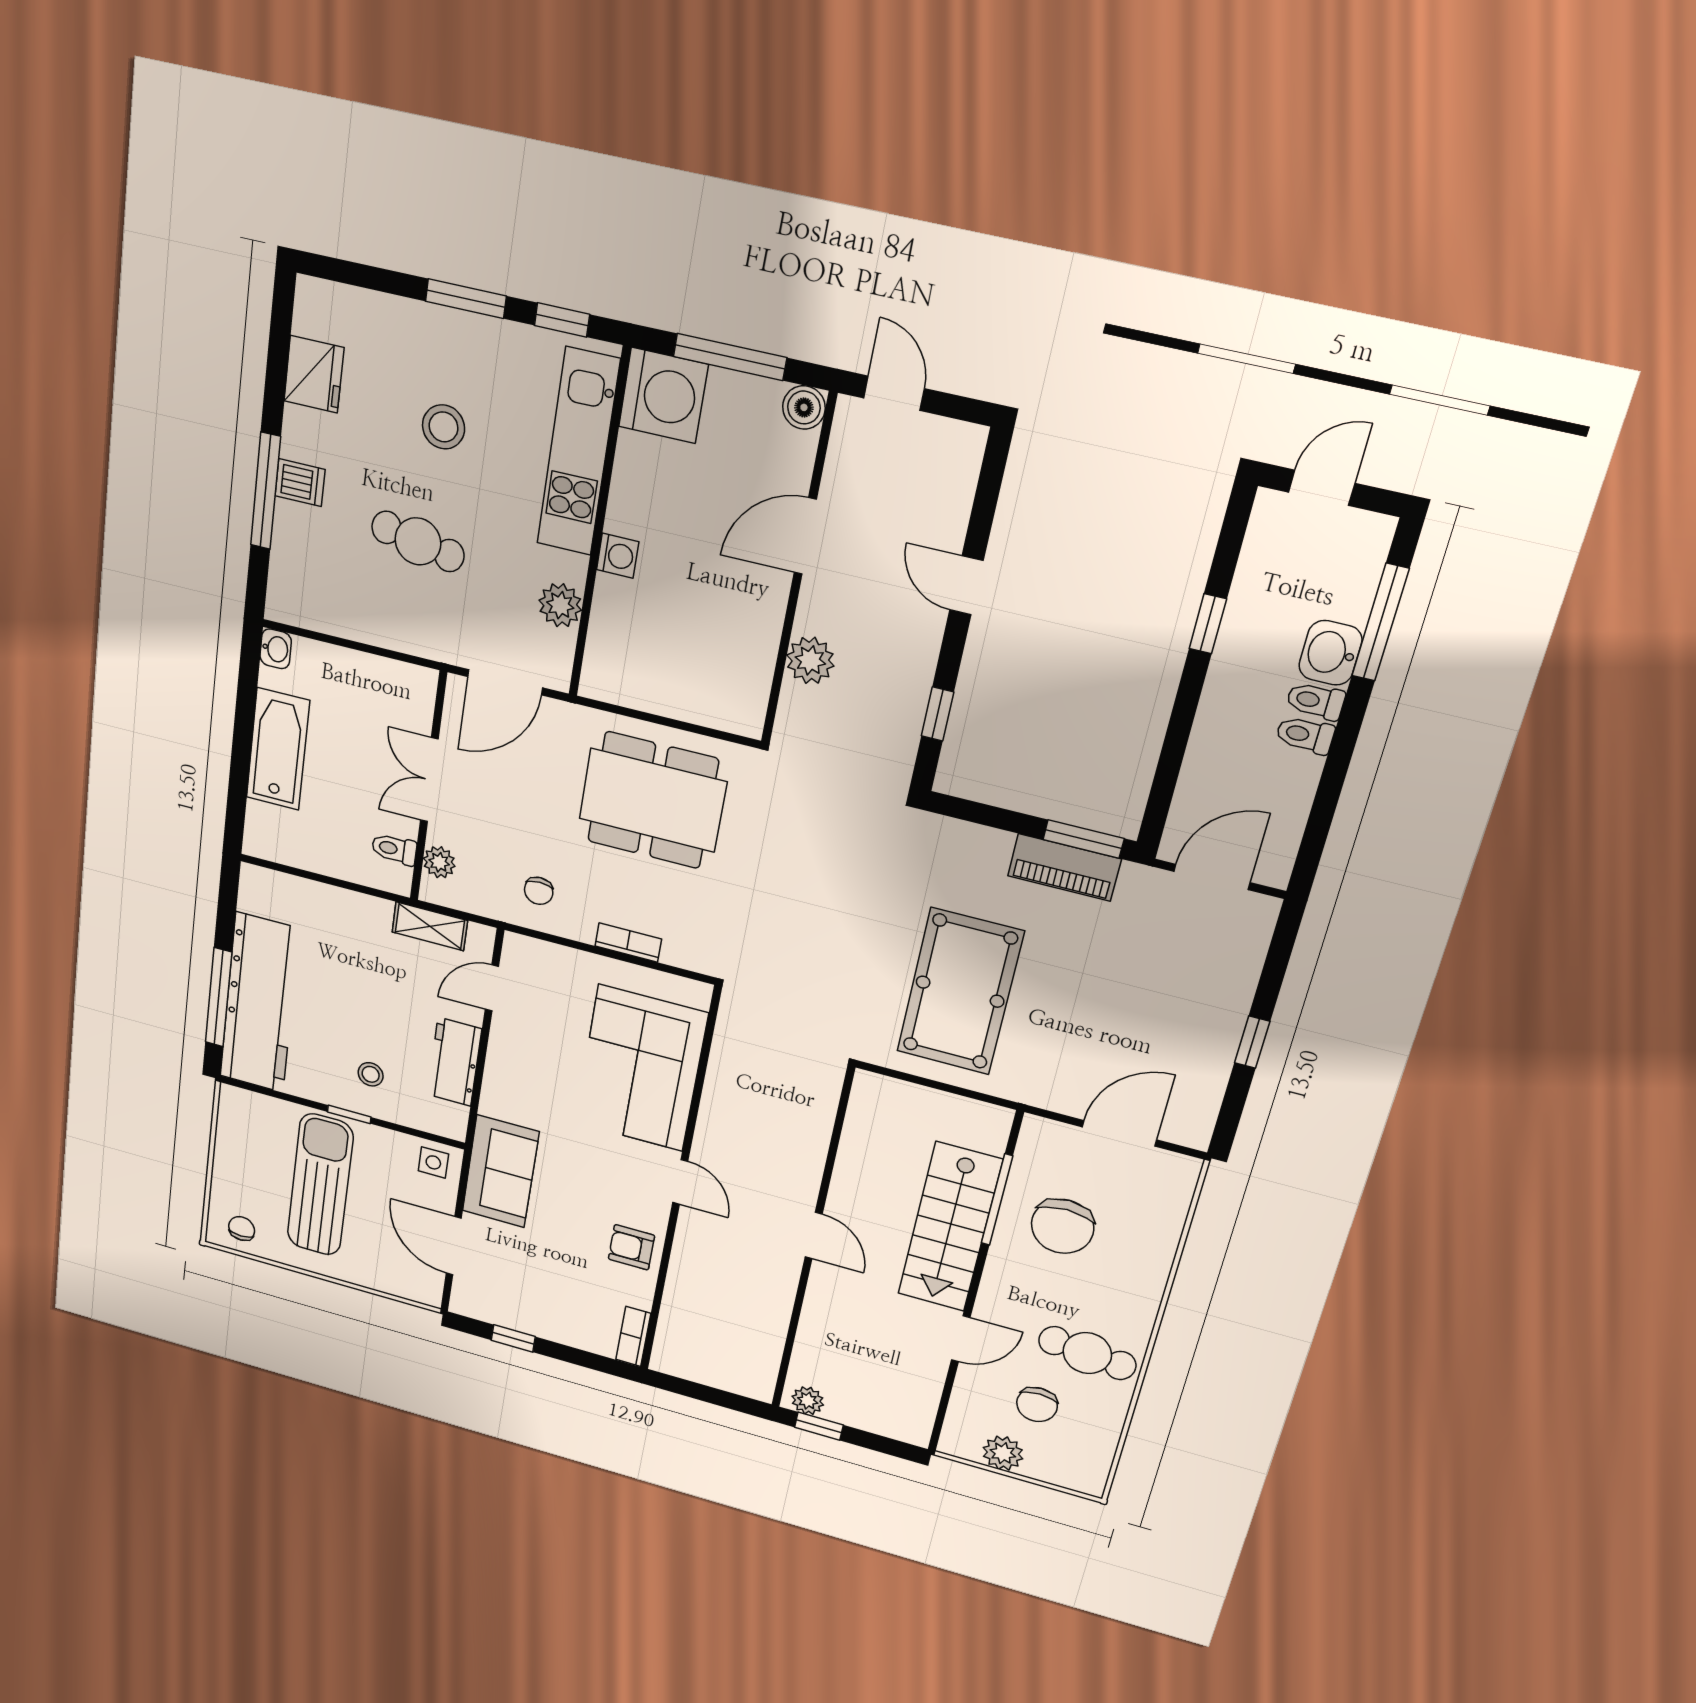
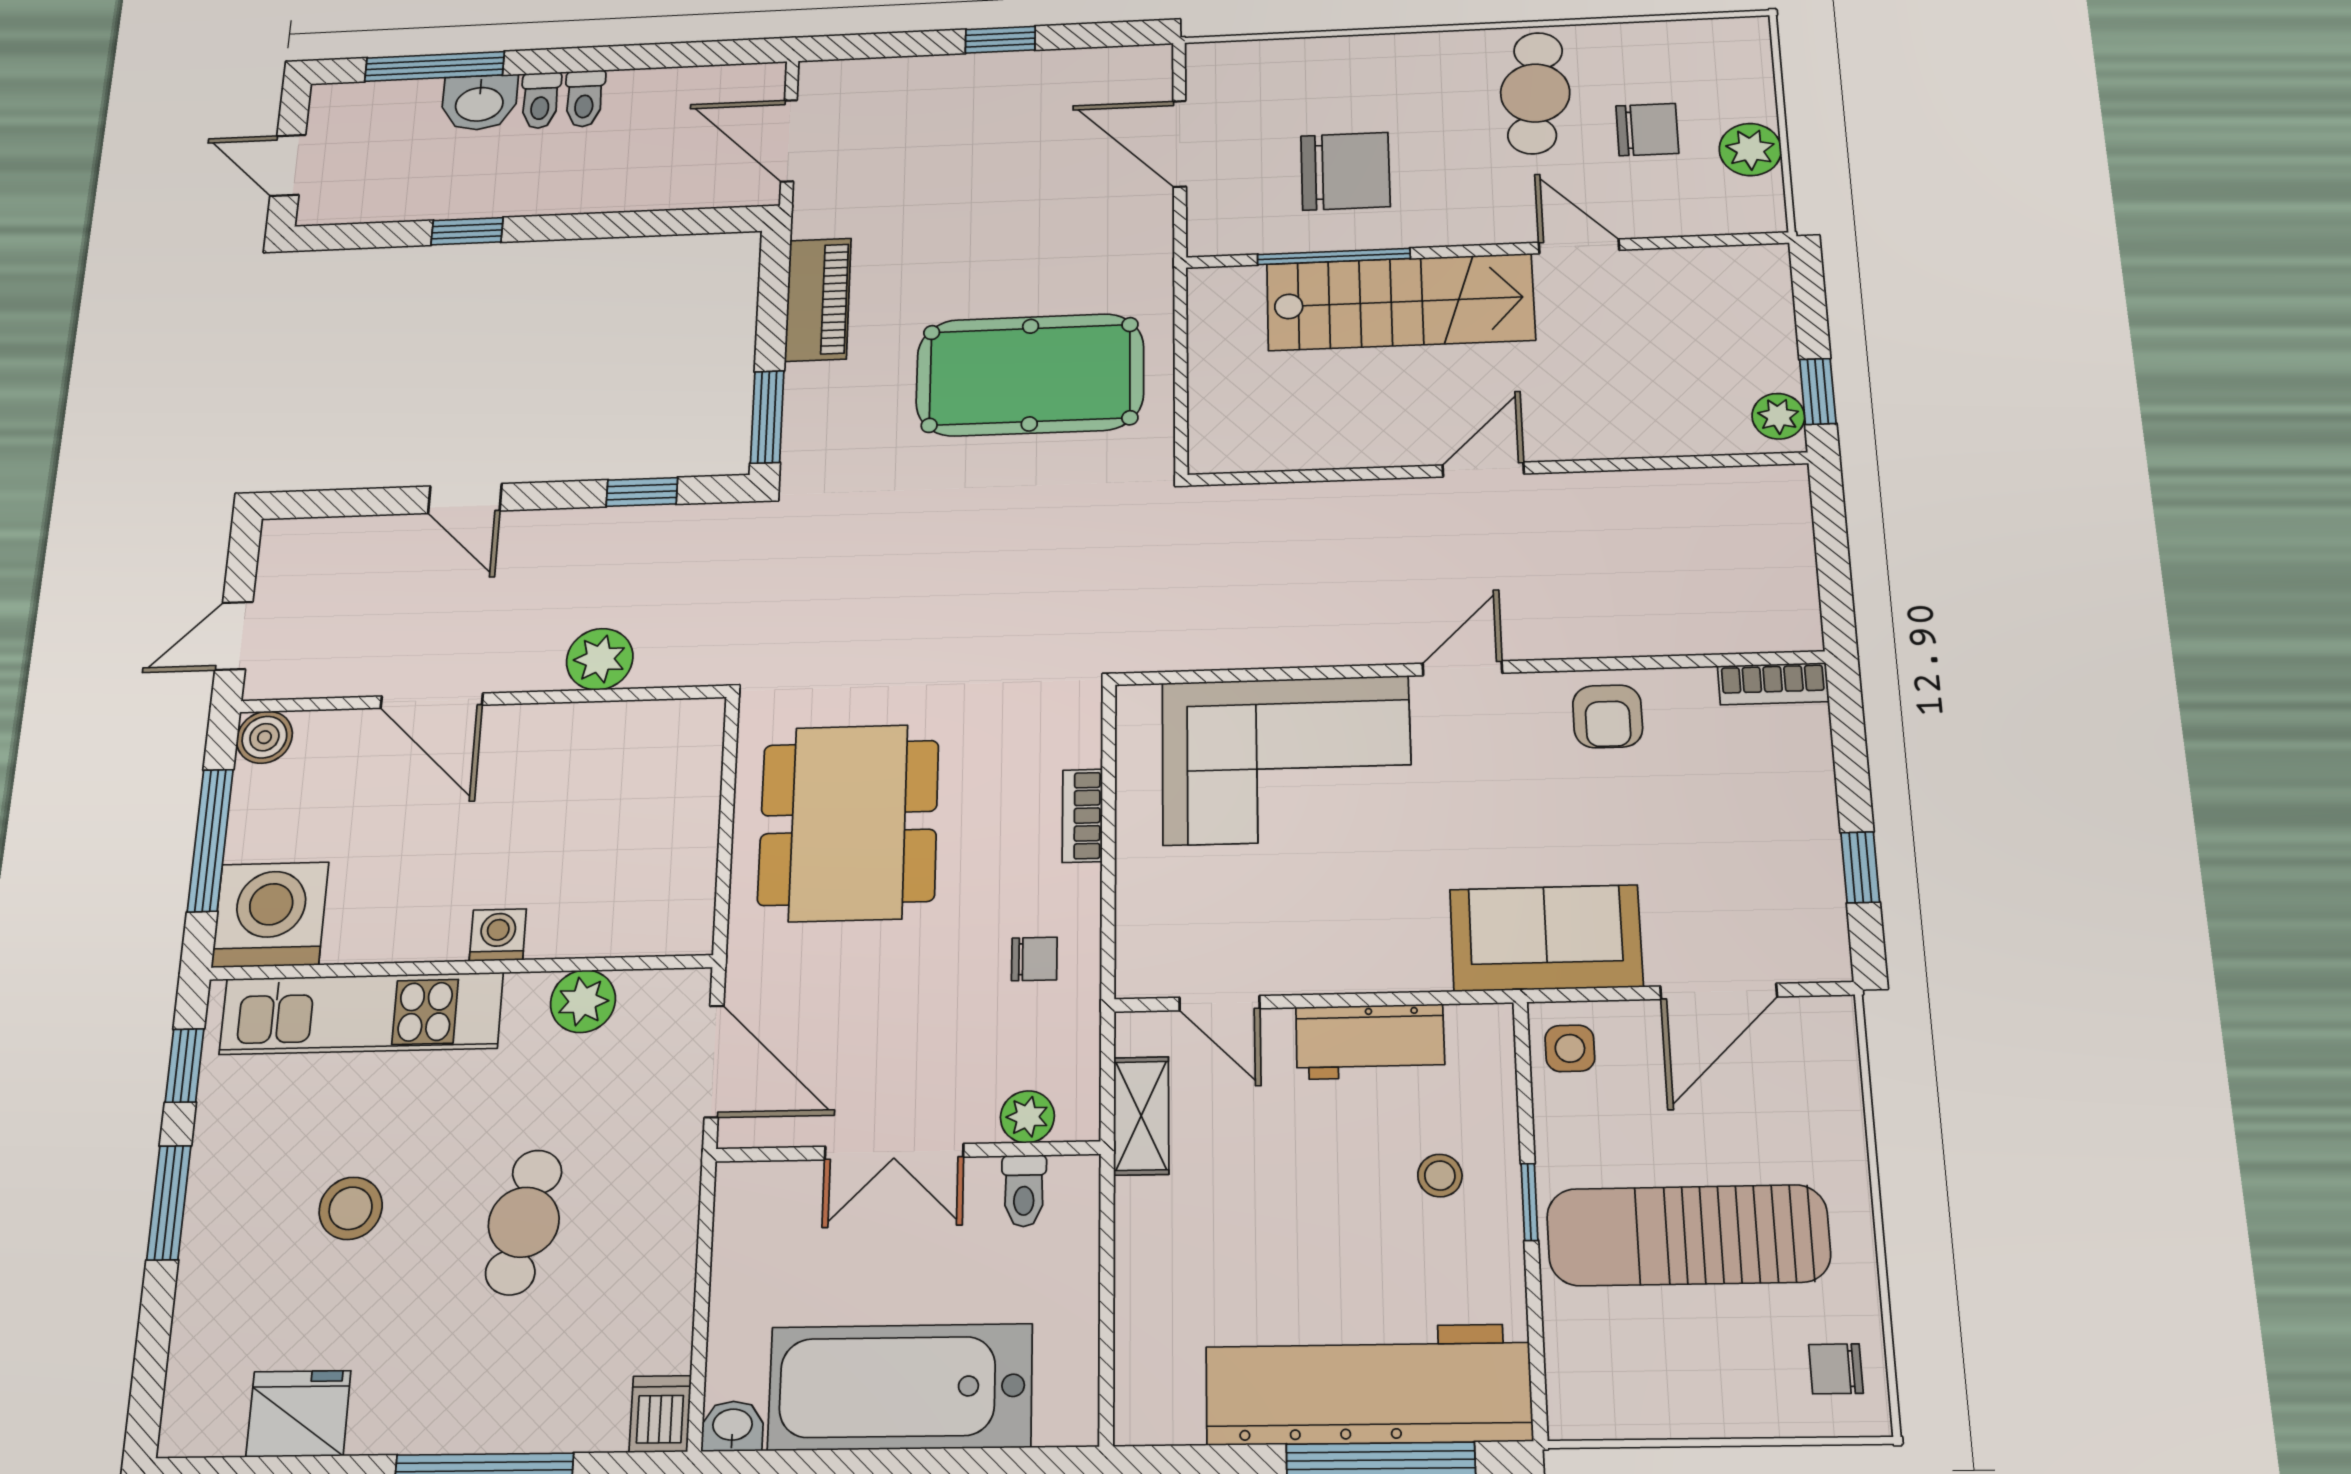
dishwasher: (300, 483) -> (660, 1414), moved
door: (966, 585) -> (465, 498), hinge flipped
bathtub: (278, 749) -> (900, 1387), width x1.36, depth x1.36
window: (1084, 839) -> (767, 417), moved

